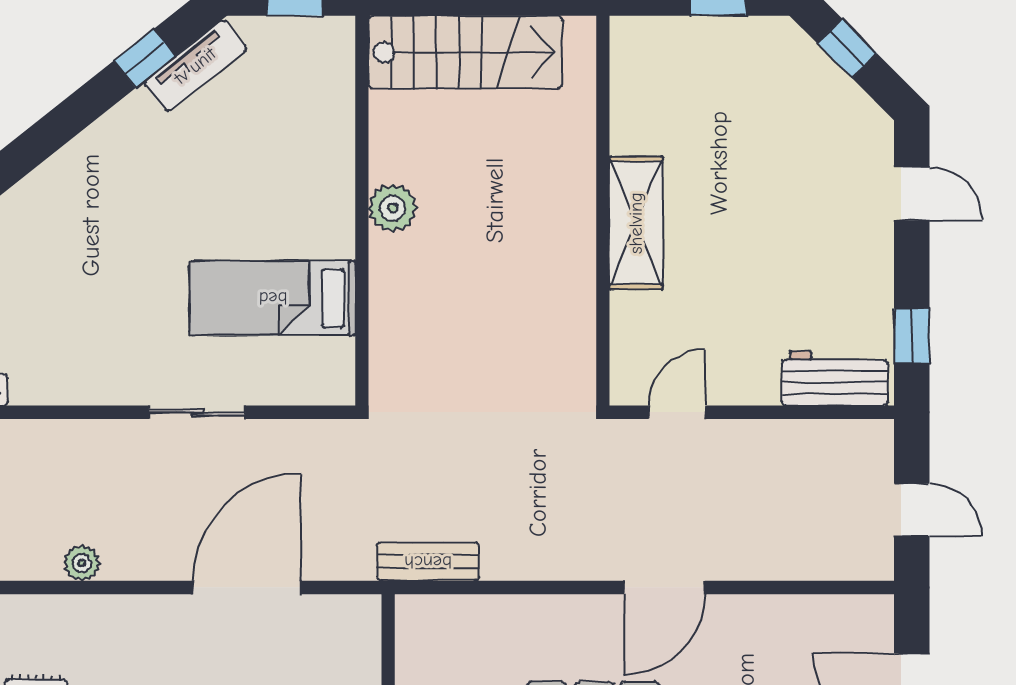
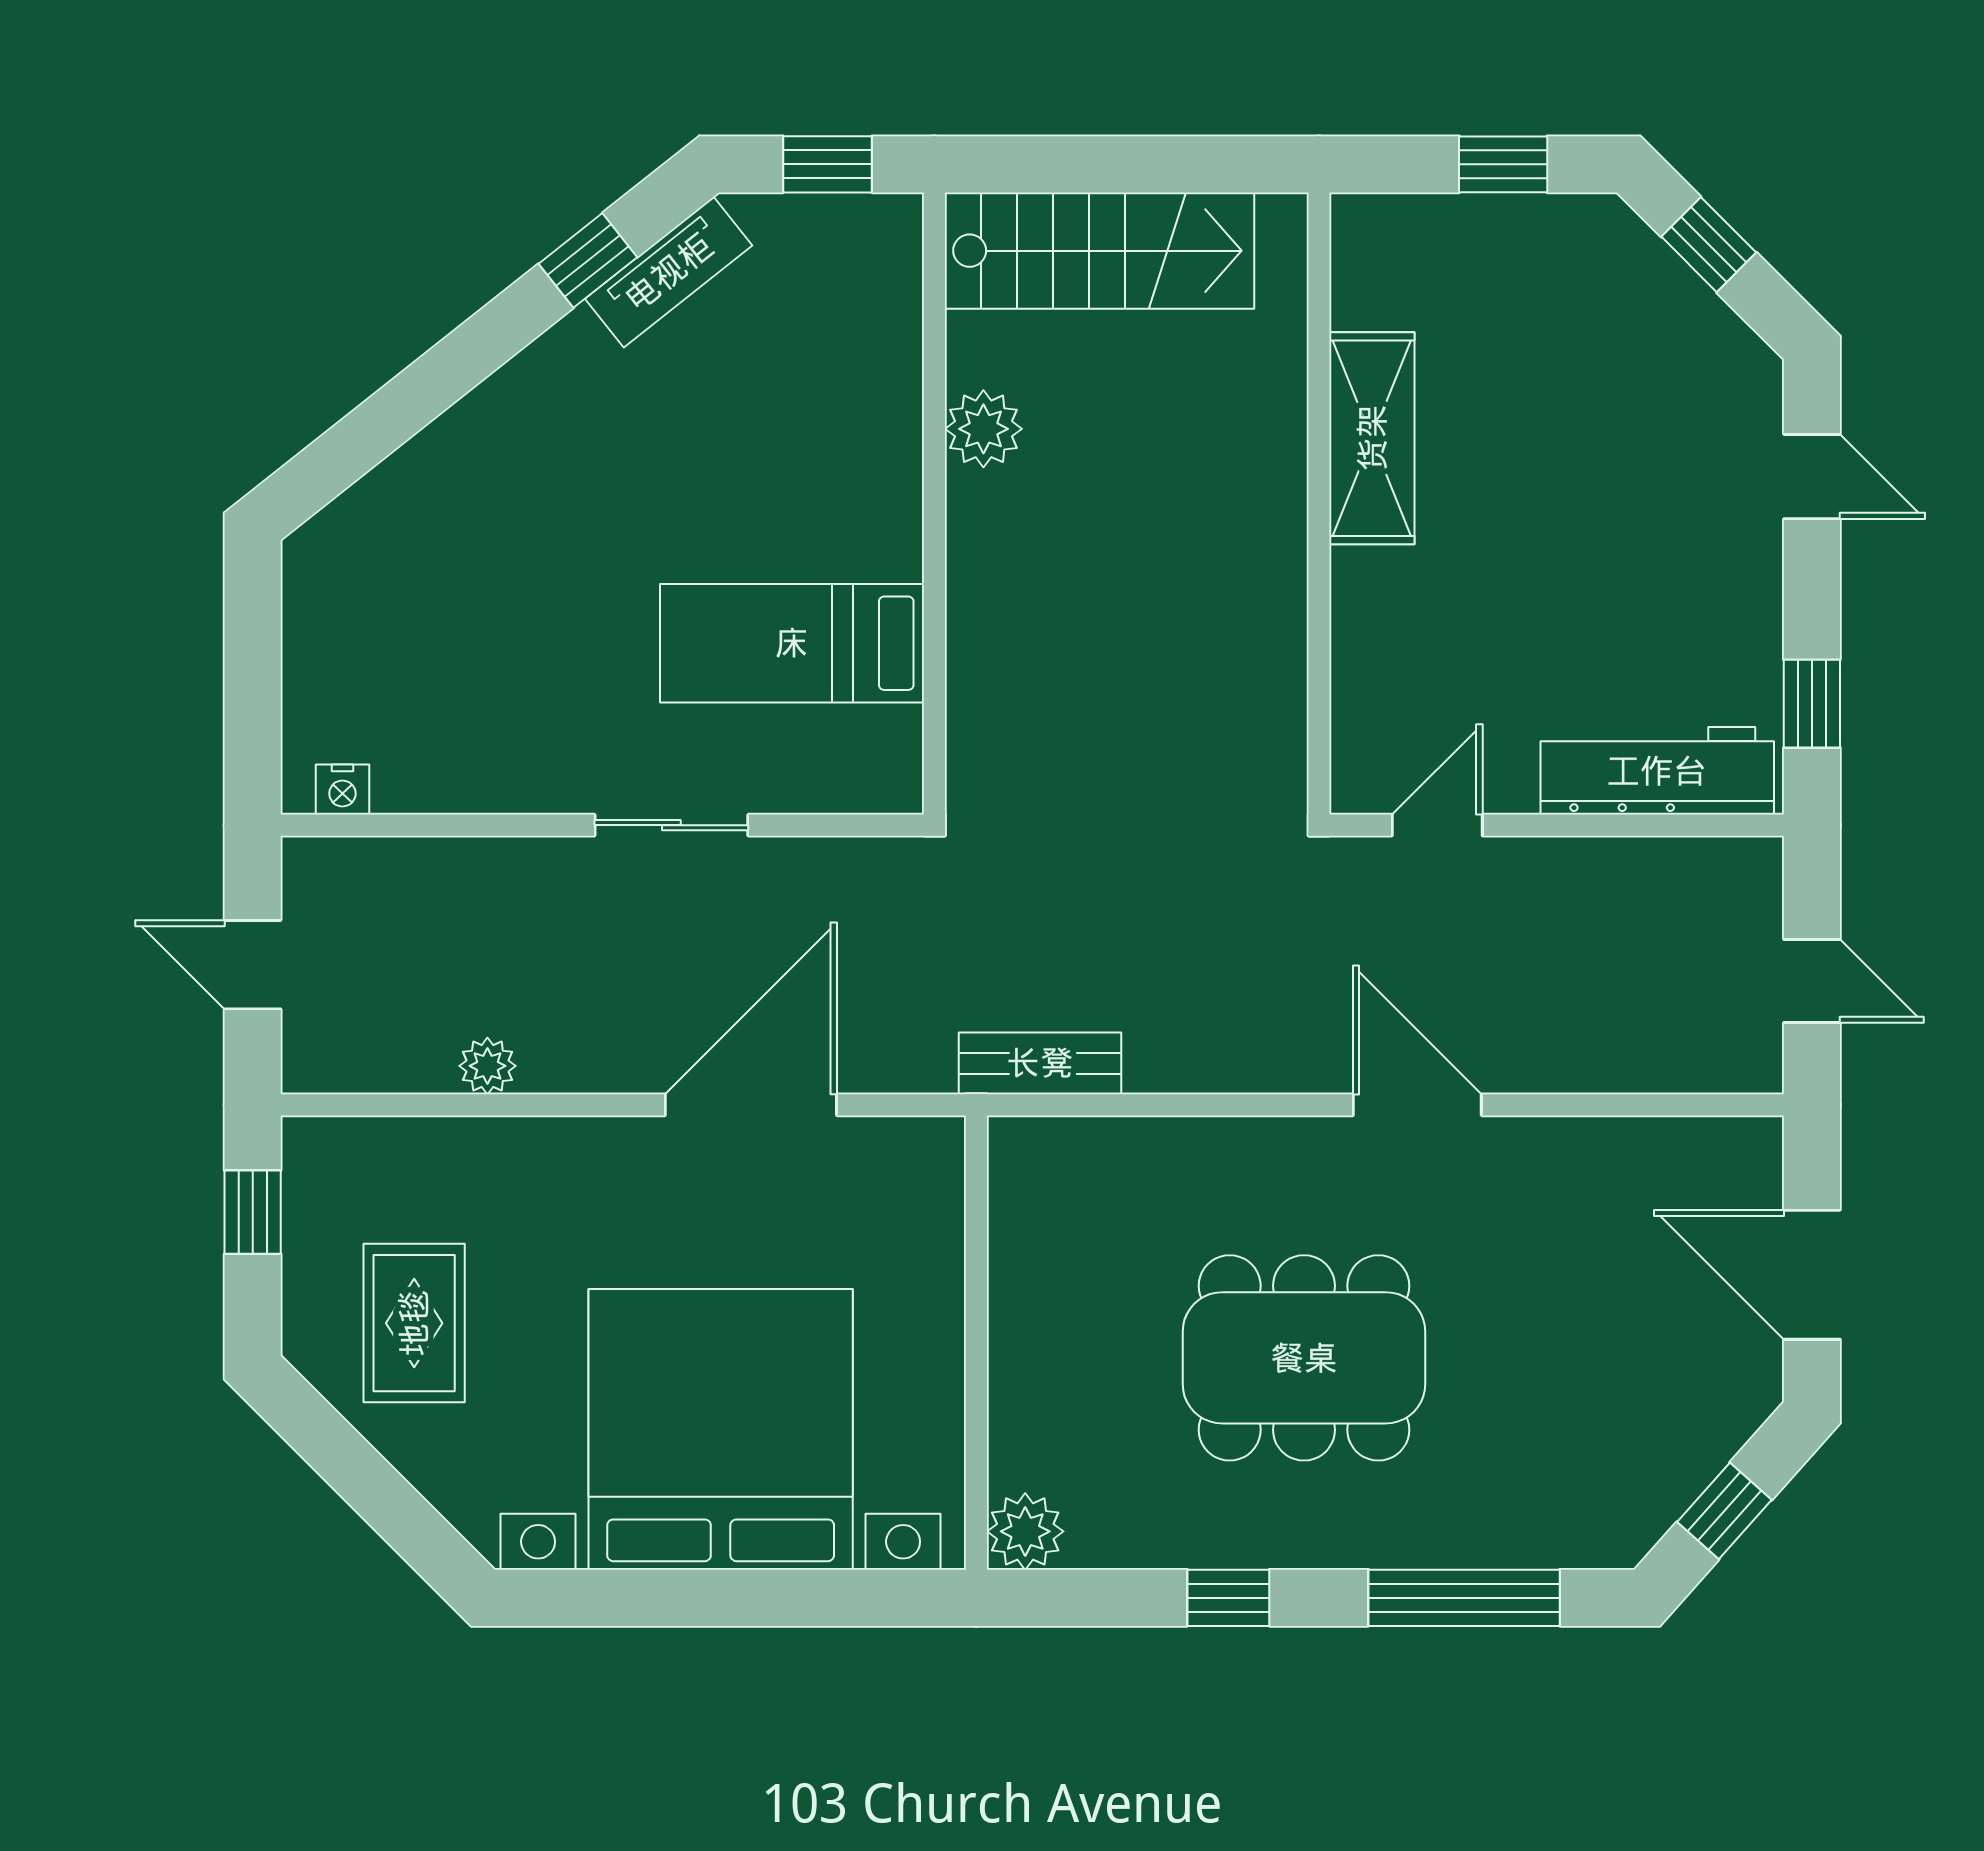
plant: (393, 208) -> (983, 429), moved
shelving: (636, 223) -> (1372, 438), moved
workbench: (835, 378) -> (1657, 771), width x1.37
door: (664, 587) -> (1417, 1105), swing flipped

